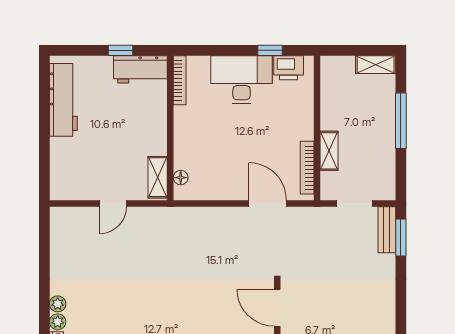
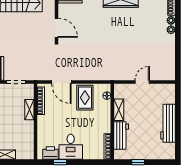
workbench: (140, 69) -> (121, 135), moved, turned 90
desk: (242, 80) -> (71, 147), width x0.73
workbench: (63, 100) -> (168, 123), moved
rug: (222, 174) -> (85, 98), added
shelving: (158, 177) -> (119, 110), moved

